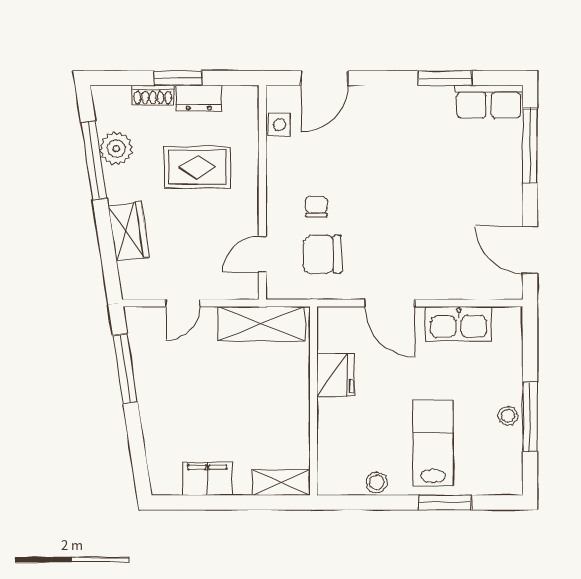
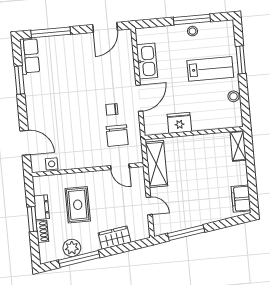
chair: (316, 207) -> (112, 109), moved
lab bench: (433, 443) -> (210, 69), turned 180
filing cabinet: (207, 479) -> (241, 199), moved

